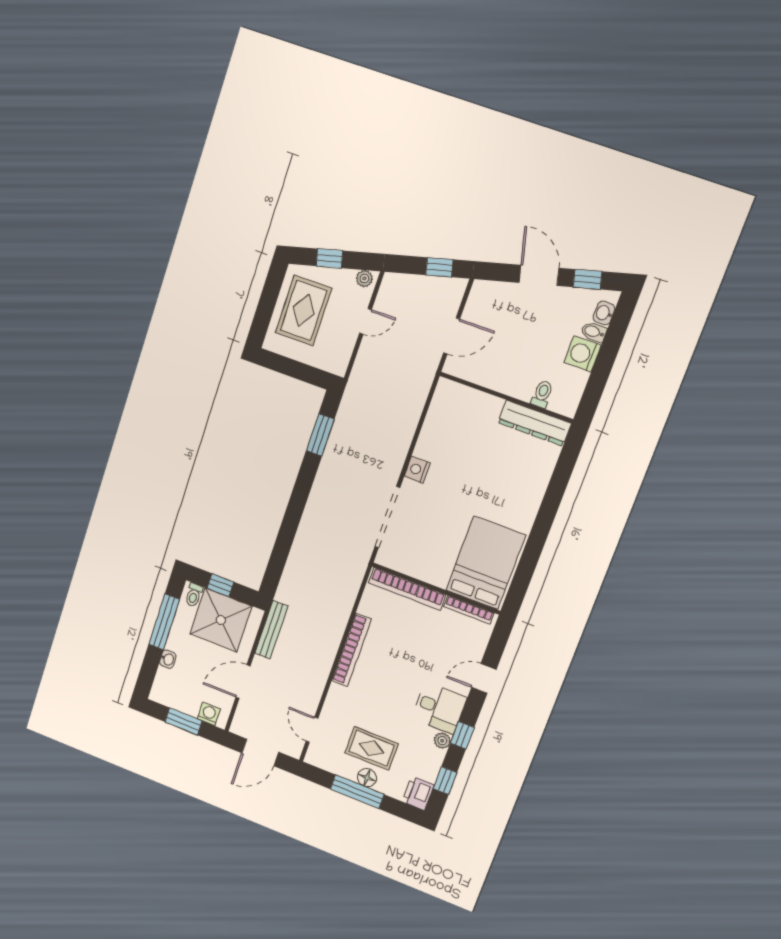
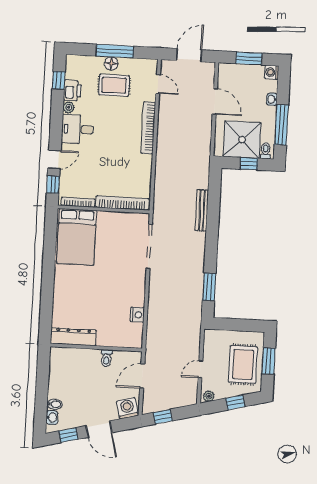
window: (267, 305) -> (269, 361), added
washing machine: (583, 354) -> (127, 408), moved, turned -104
toilet: (542, 394) -> (106, 358), moved
nightstand: (417, 470) -> (137, 315), moved
bench: (271, 630) -> (202, 210), moved
bookcase: (351, 650) -> (148, 128), moved
door: (243, 682) -> (215, 101), hinge flipped
washing machine: (209, 714) -> (272, 72), moved, turned 90
window: (462, 735) -> (53, 185), moved
printer: (418, 793) -> (72, 90), moved

